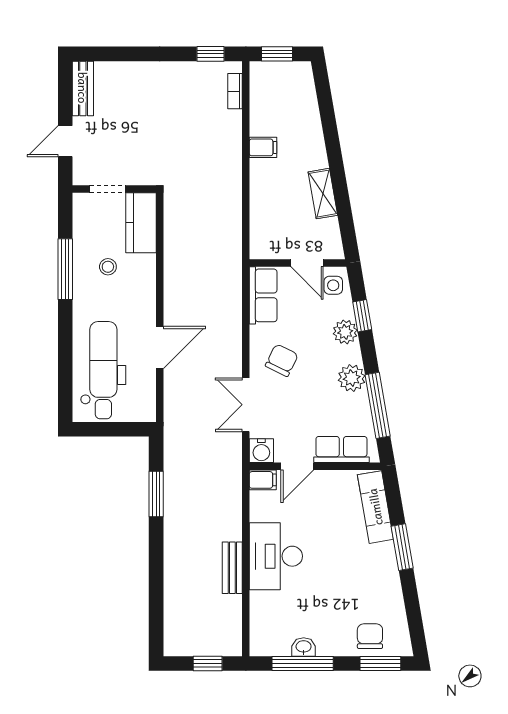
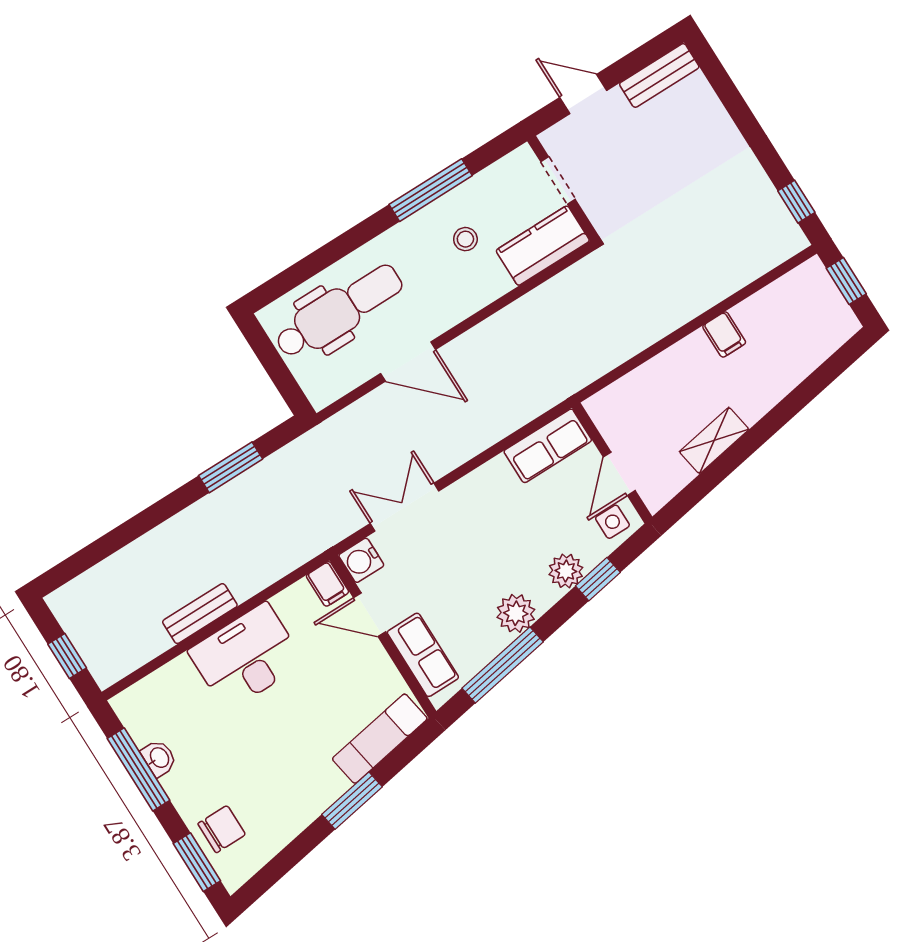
bookcase: (235, 91) -> (770, 259), removed
chair: (282, 360) -> (484, 517), removed

